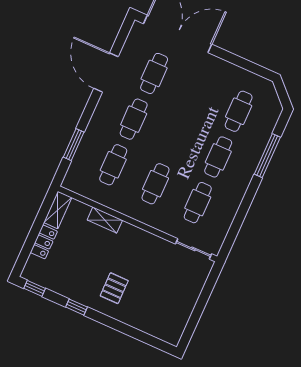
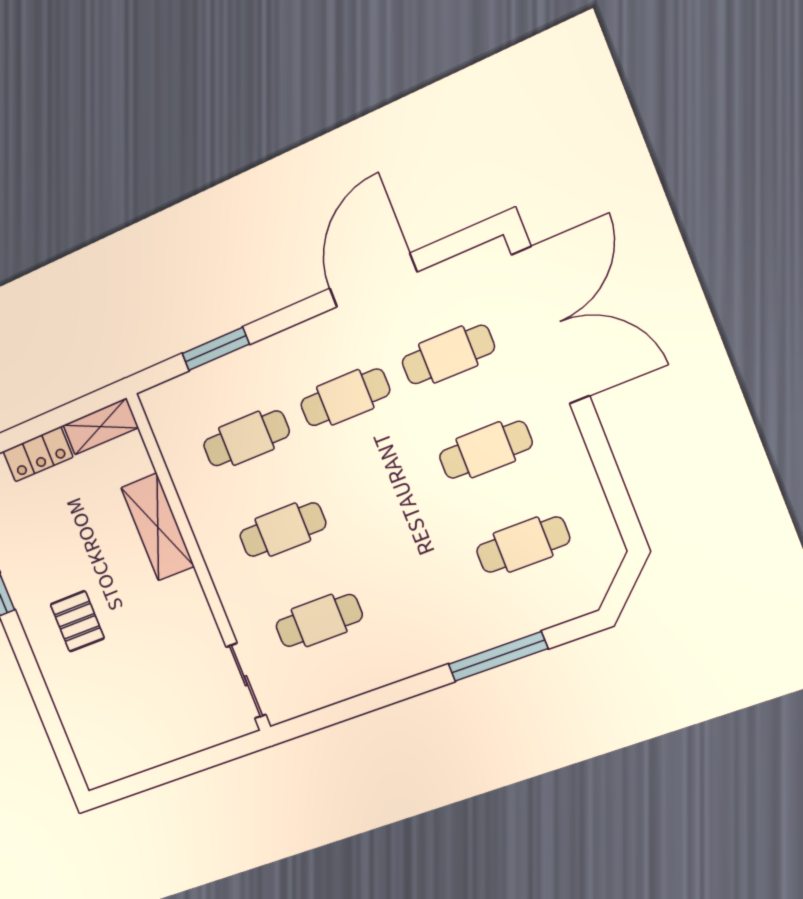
cafe table: (218, 157) -> (486, 450), moved
shelving: (105, 220) -> (158, 527), width x1.50, depth x1.33
pallet: (114, 288) -> (77, 621), turned 90

